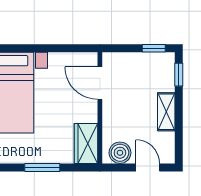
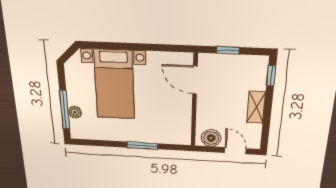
window: (154, 48) -> (228, 50), moved
wardrobe: (86, 143) -> (181, 129), removed

